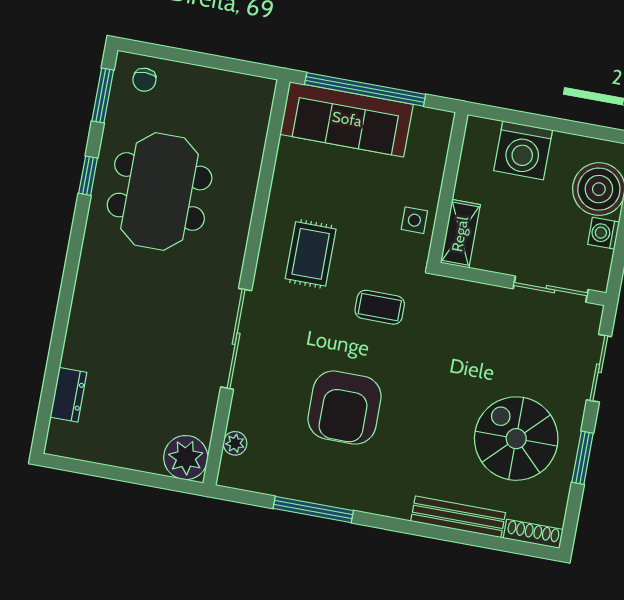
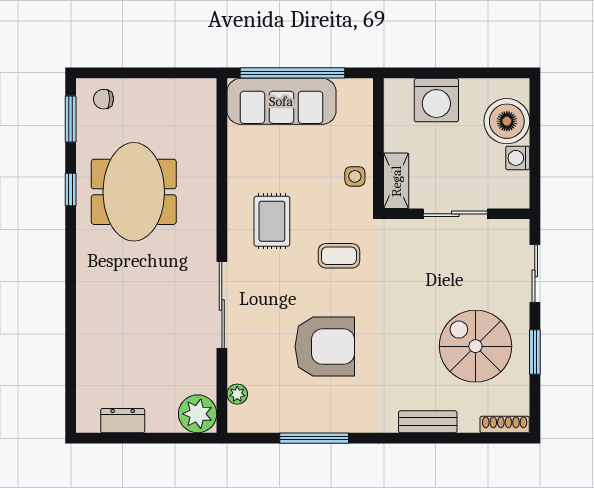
chair: (144, 80) -> (104, 99), turned 90
sliding door: (551, 289) -> (455, 214), moved
dresser: (68, 395) -> (123, 421), moved, turned -90
armchair: (345, 408) -> (325, 347), turned -90
bench: (458, 517) -> (428, 422), width x0.73

